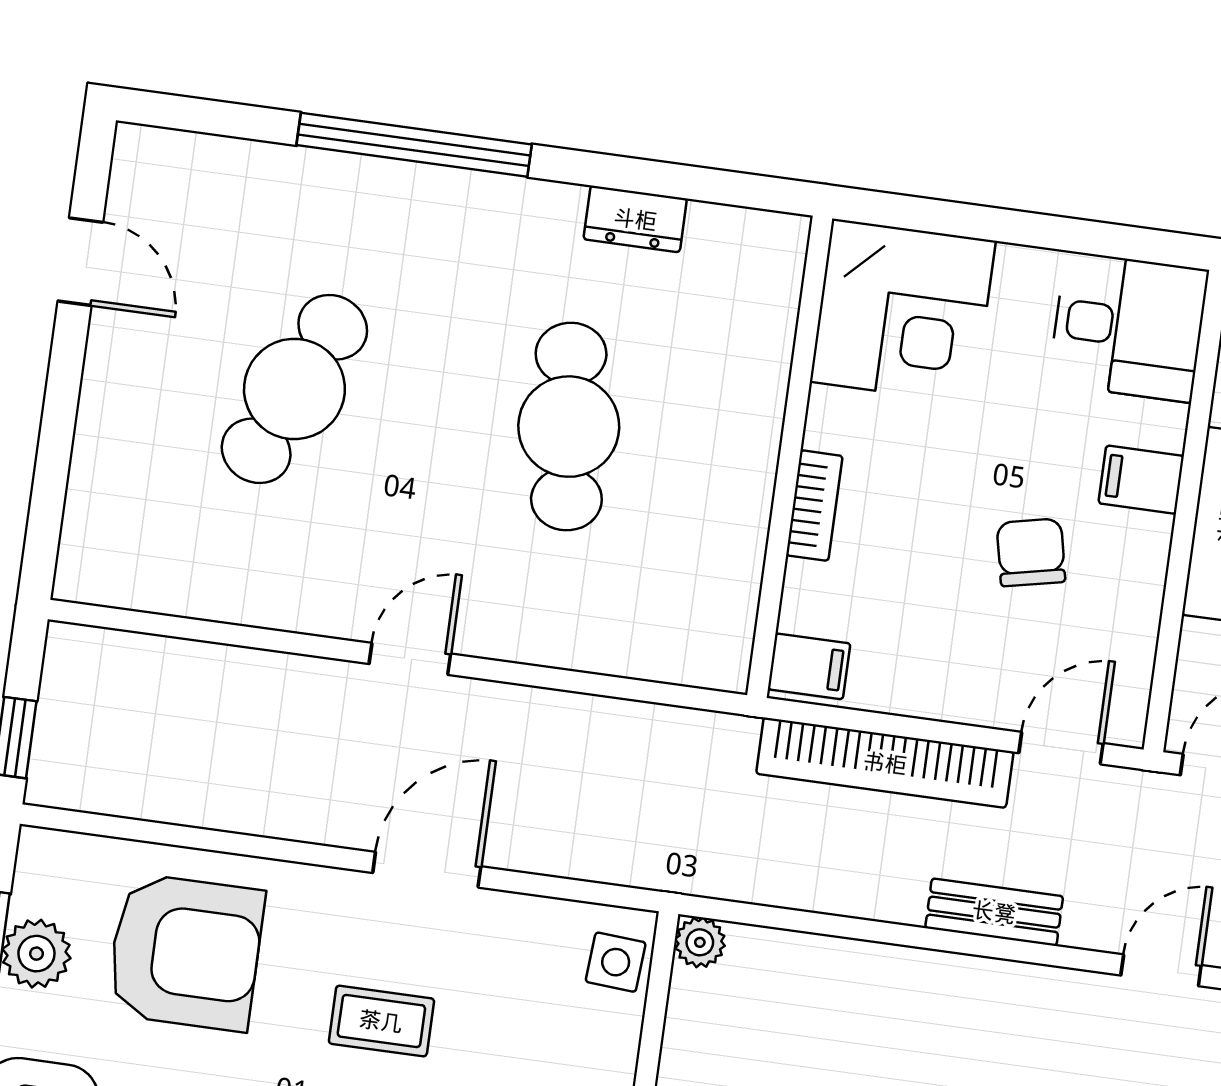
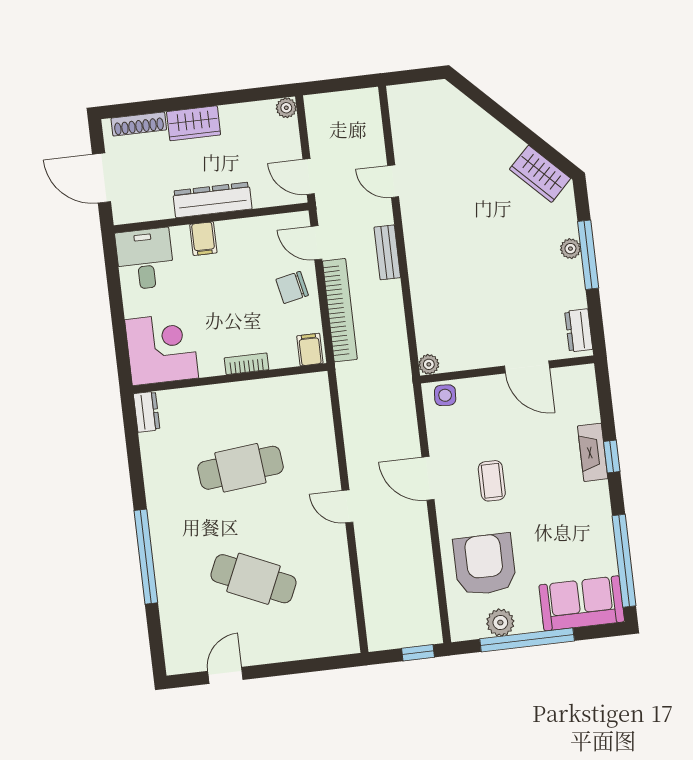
dresser: (635, 219) -> (147, 412), moved
chair: (1031, 552) -> (292, 287), moved

